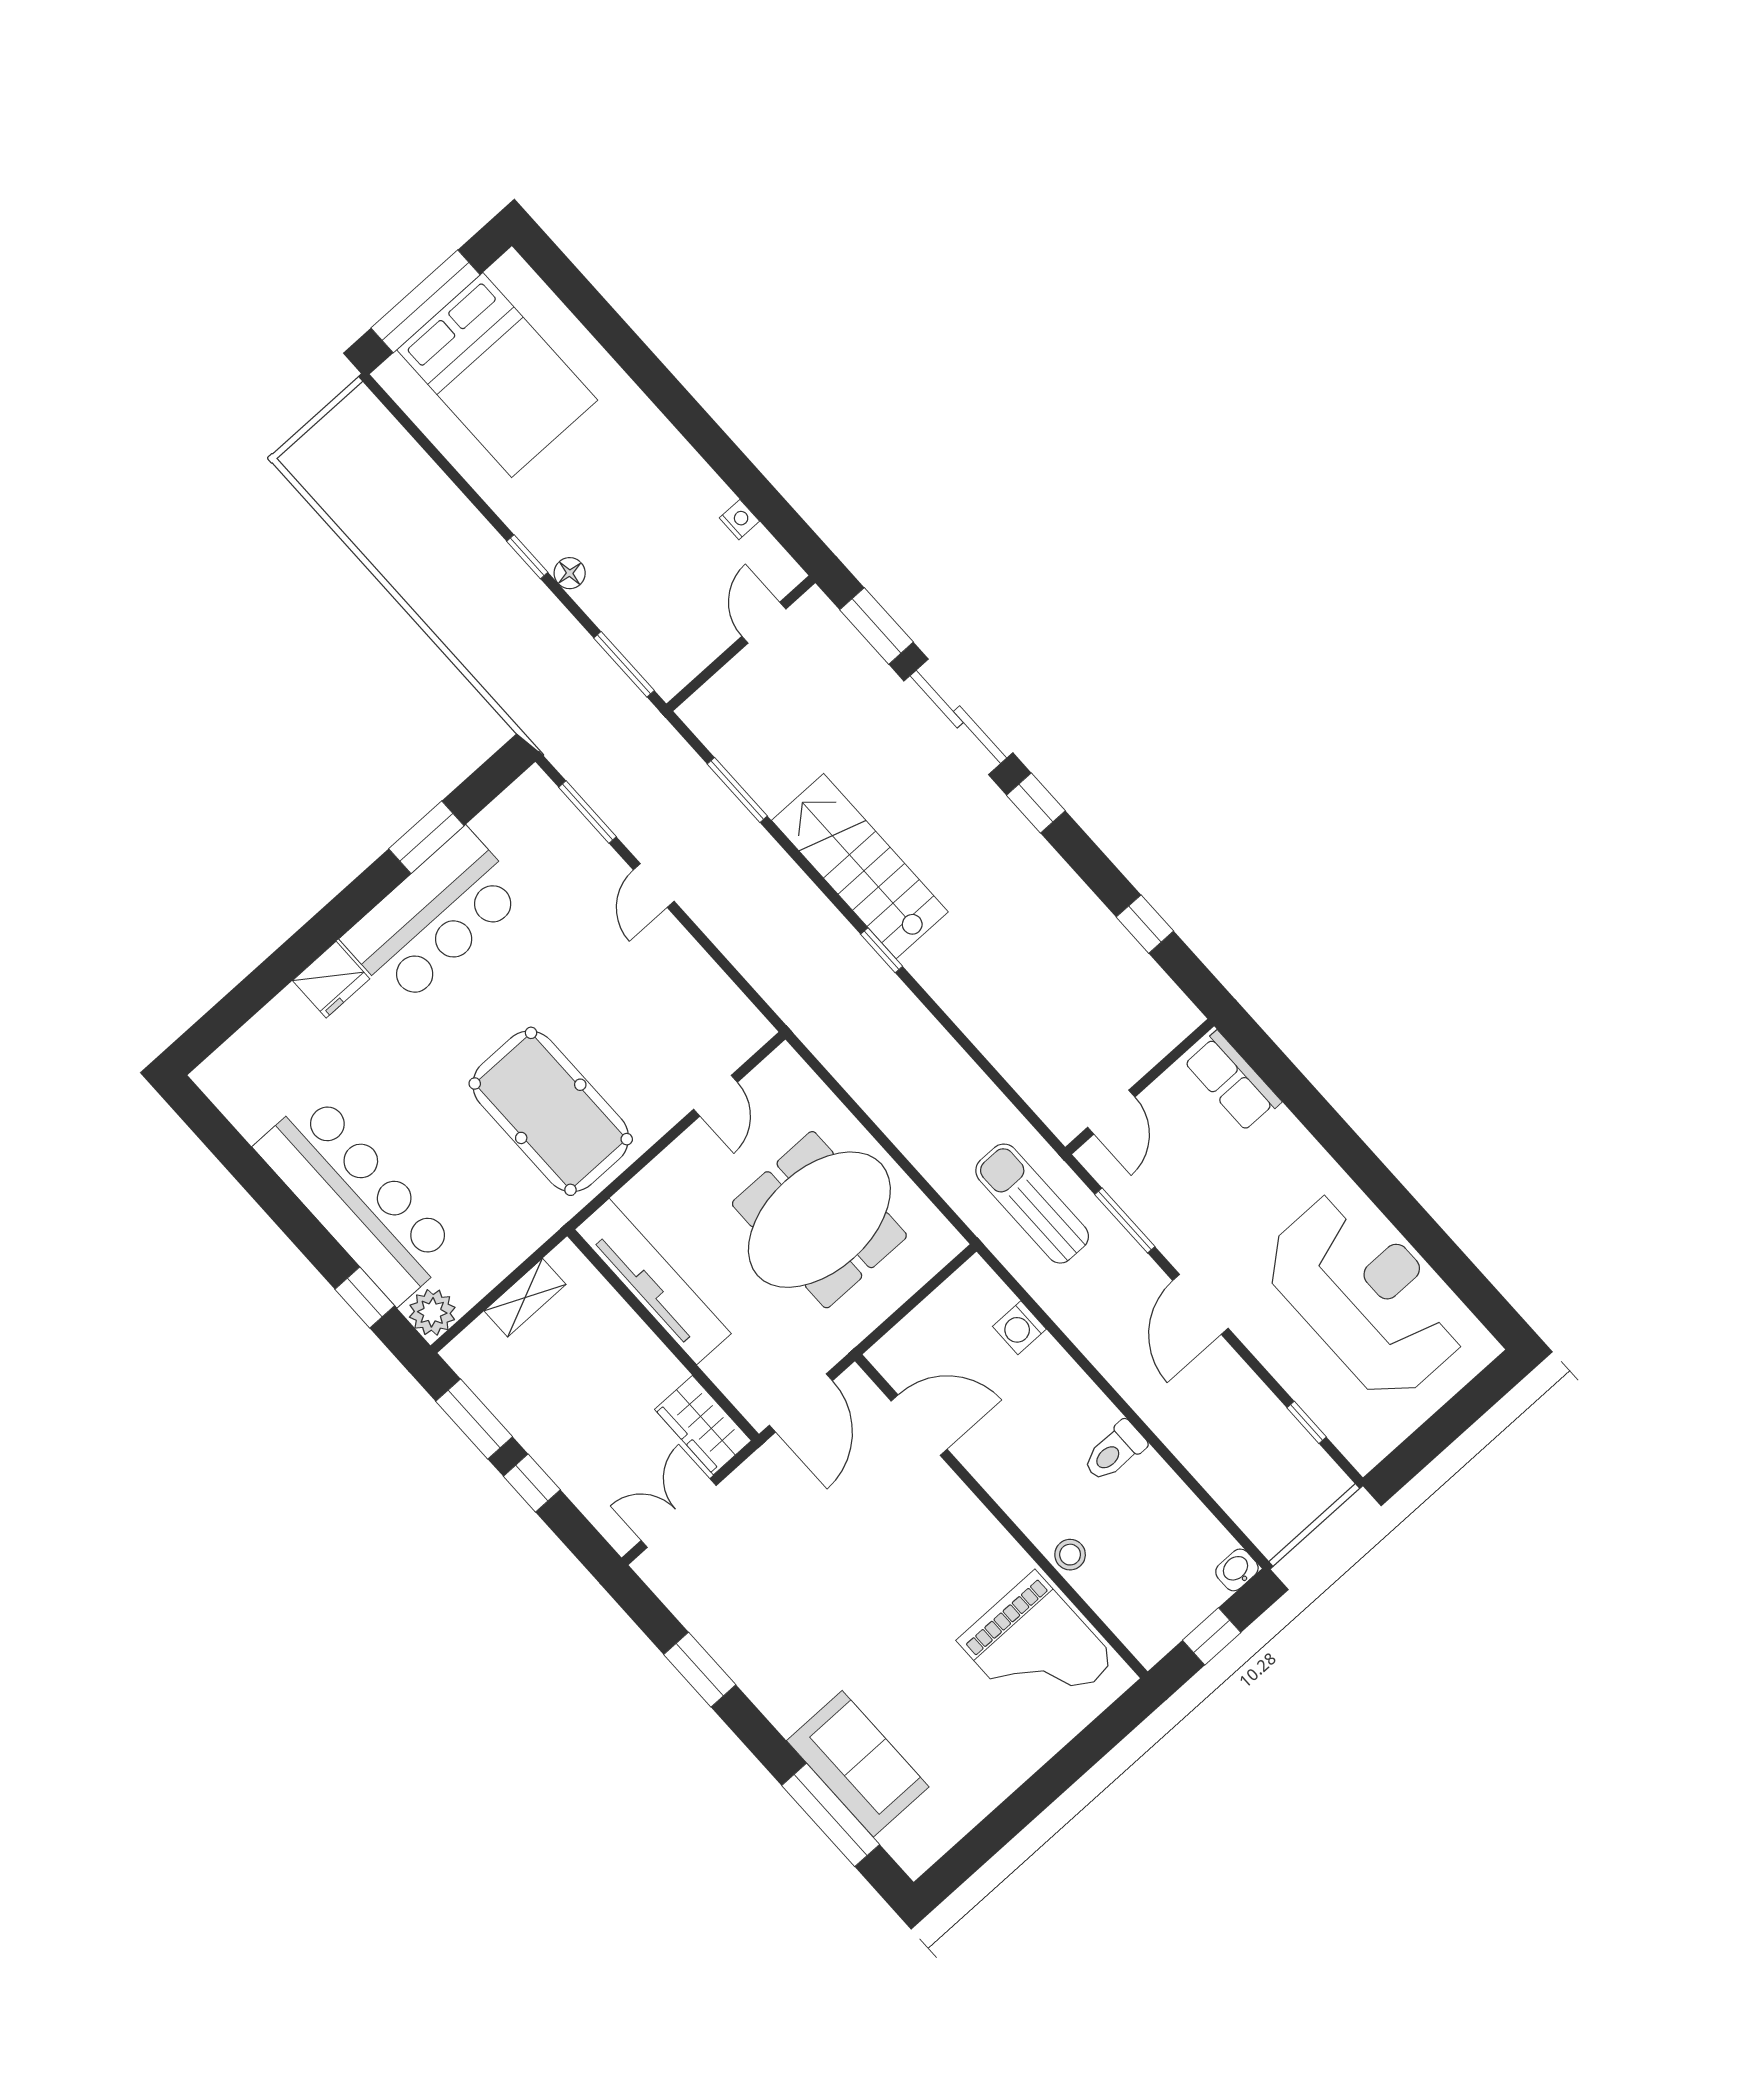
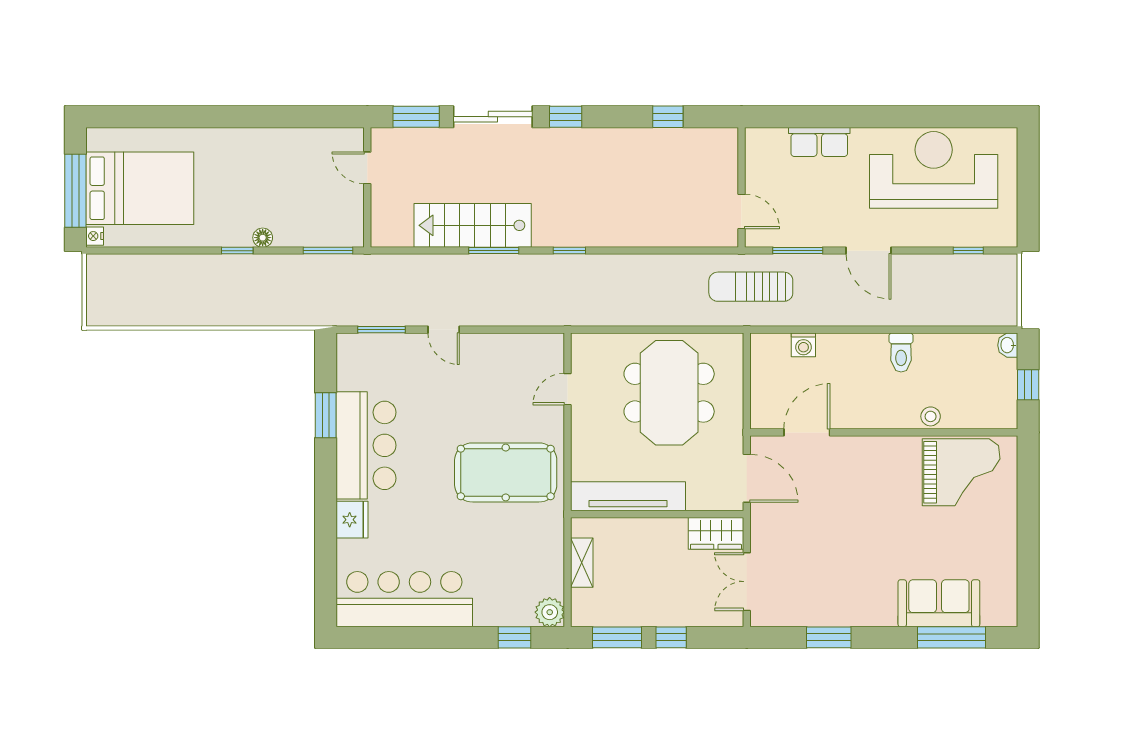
nightstand: (739, 520) -> (95, 236), moved, turned -90
window: (737, 790) -> (494, 251), moved
stairs: (860, 866) -> (473, 225), moved
row of seats: (1232, 1081) -> (819, 142), moved
door: (715, 1096) -> (568, 389), swing flipped
bar counter: (357, 1198) -> (404, 599), moved

